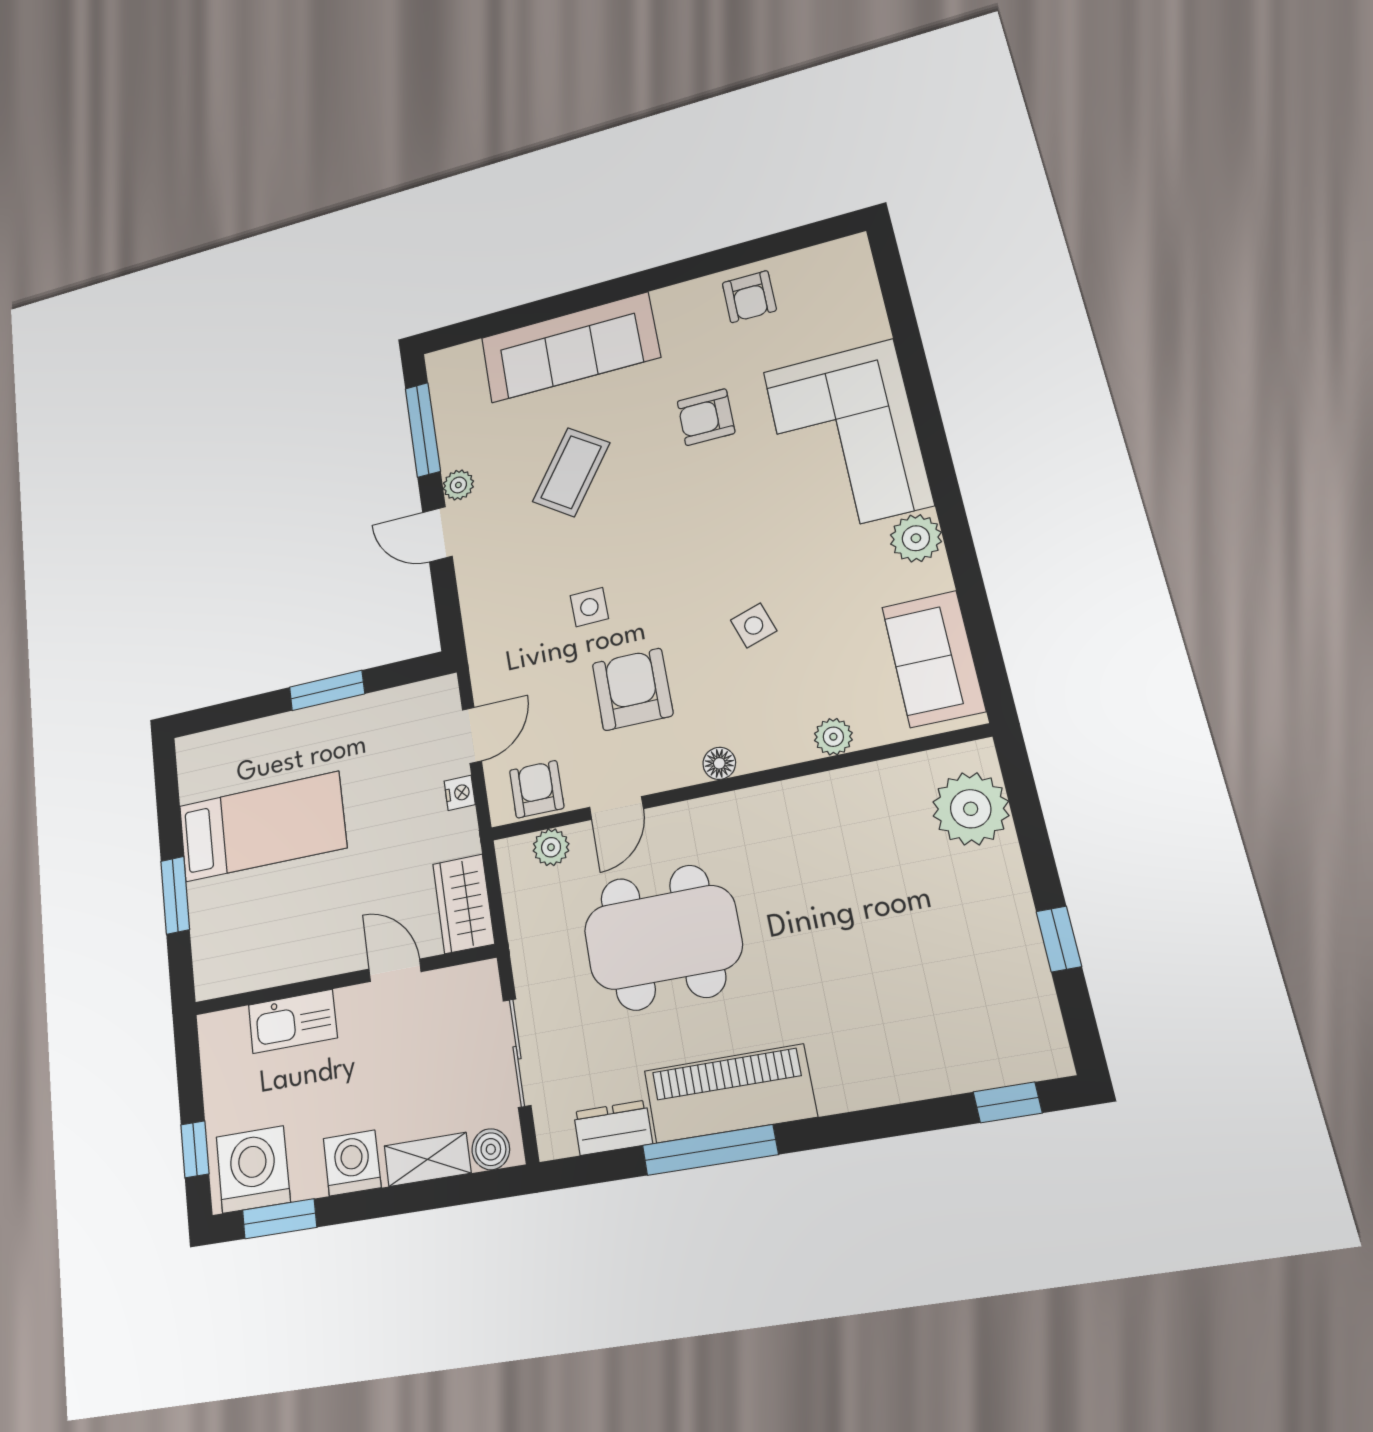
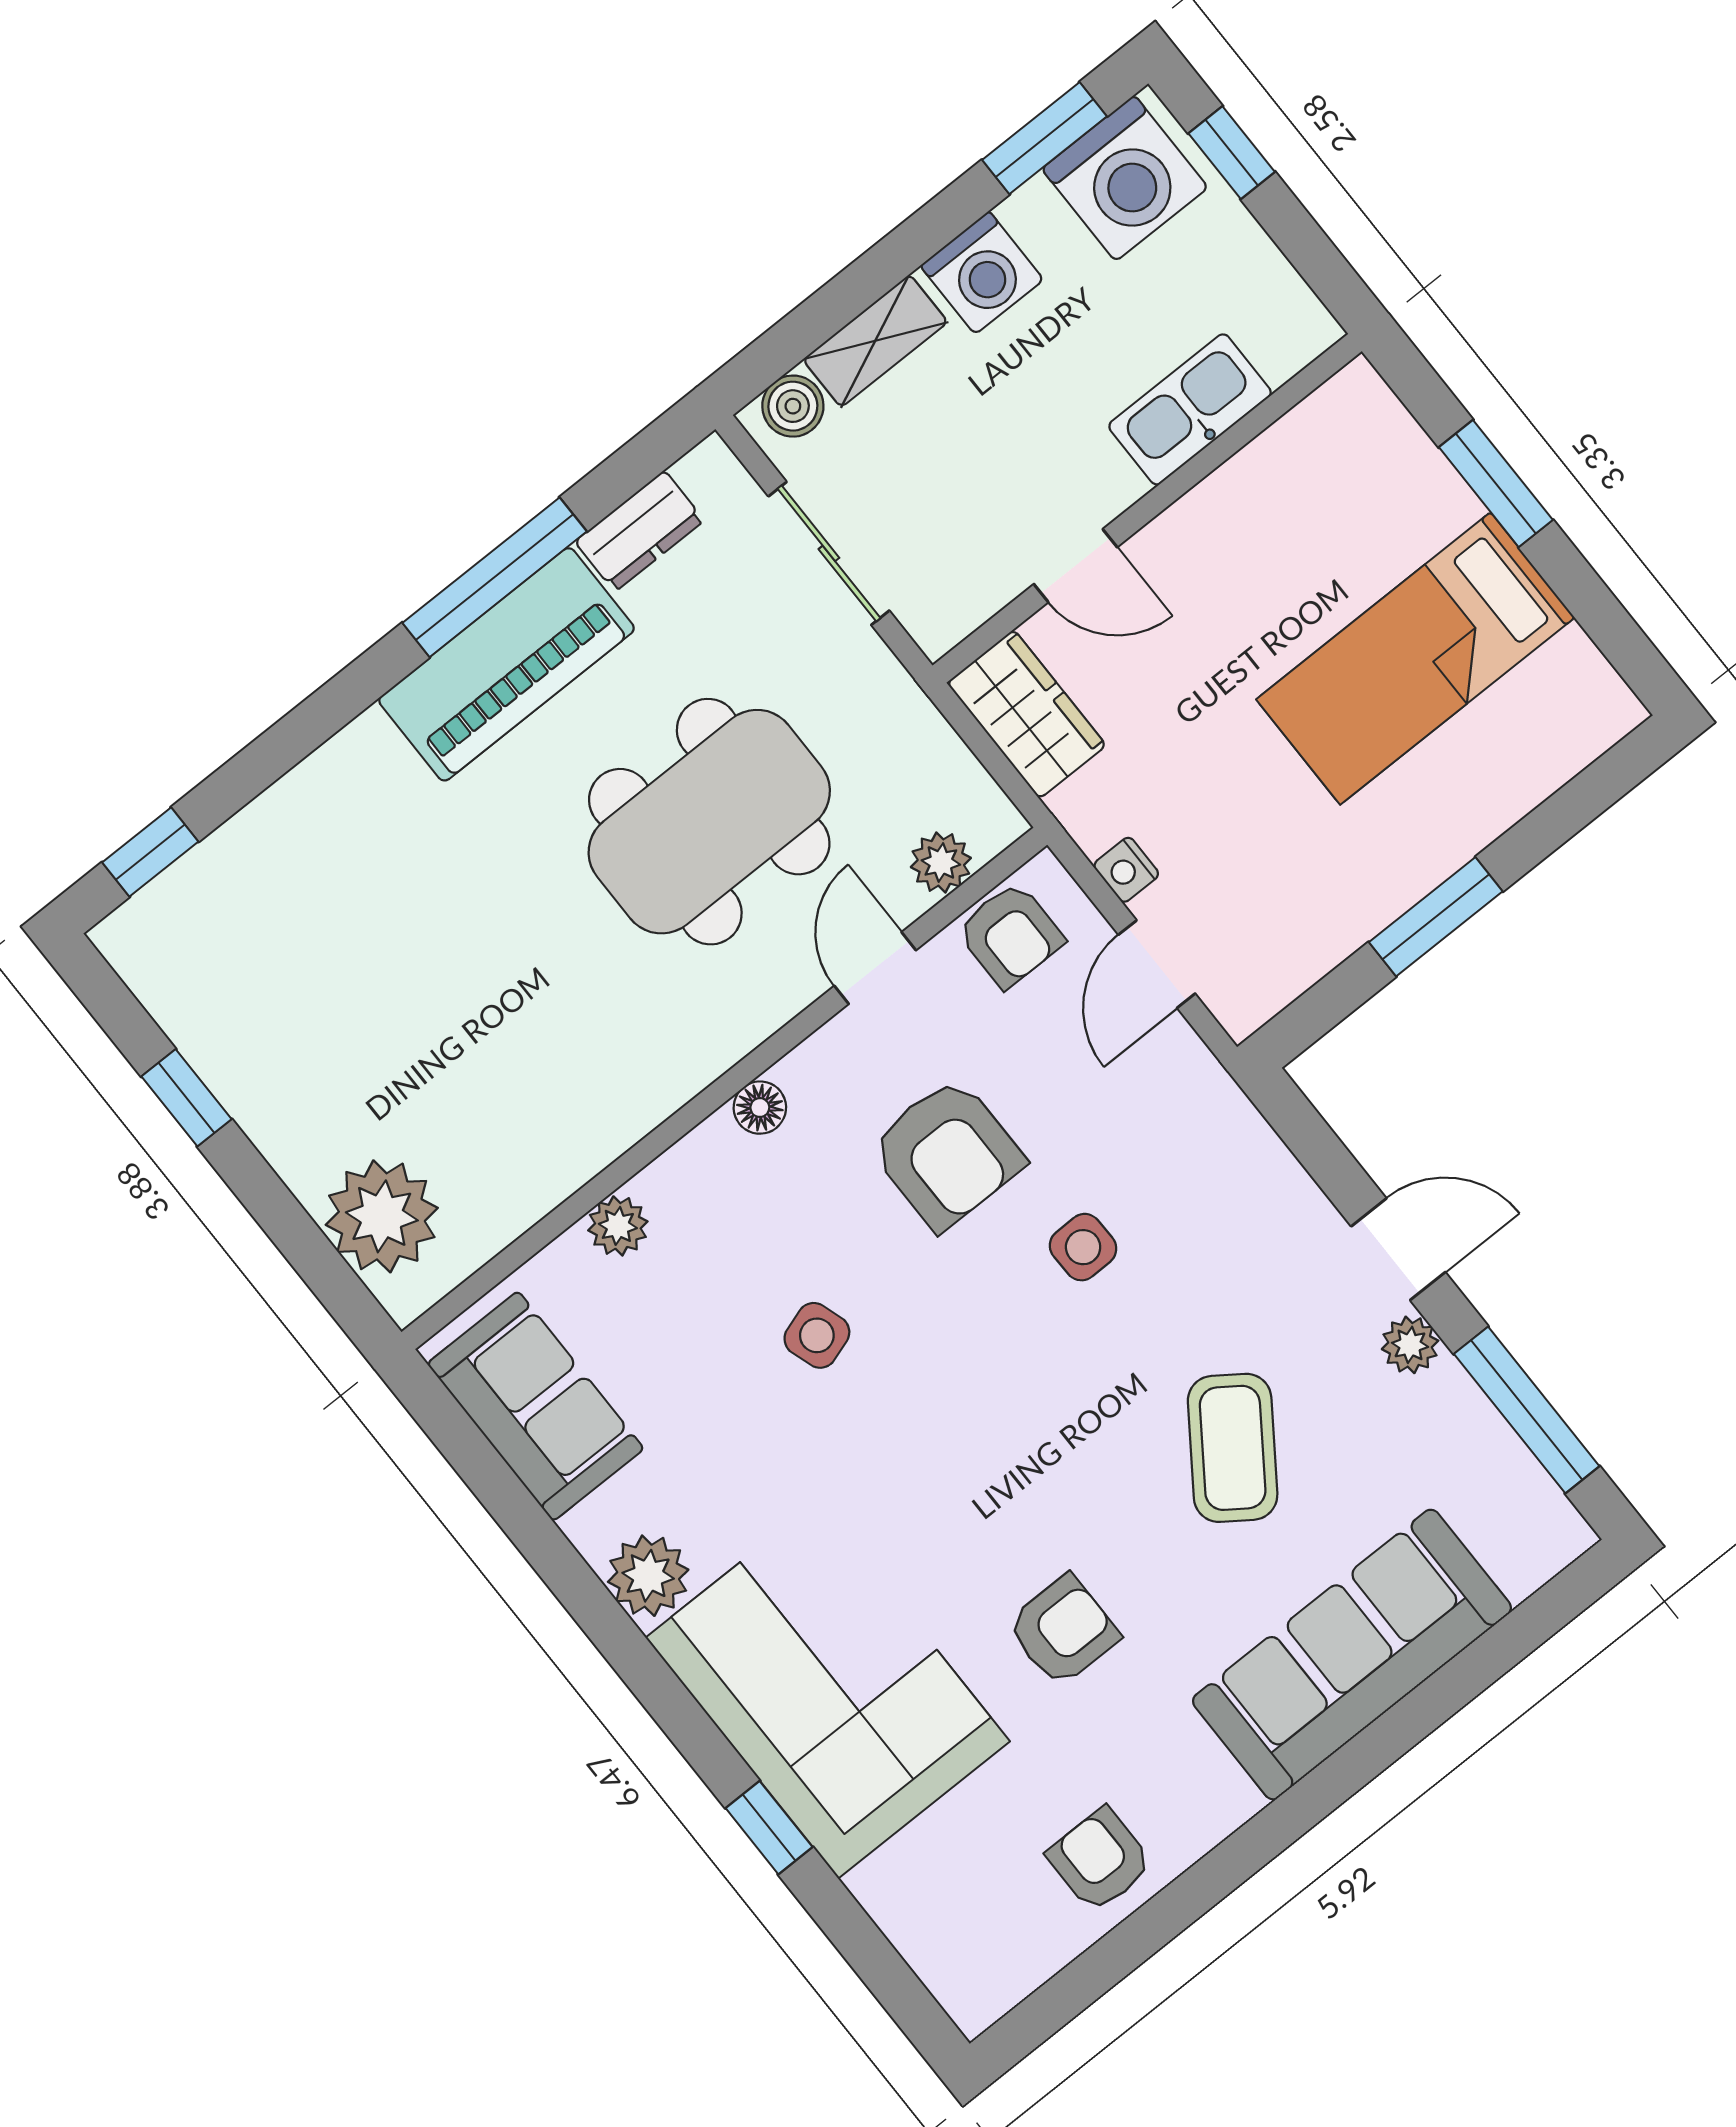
window: (917, 379) -> (769, 1828), added

